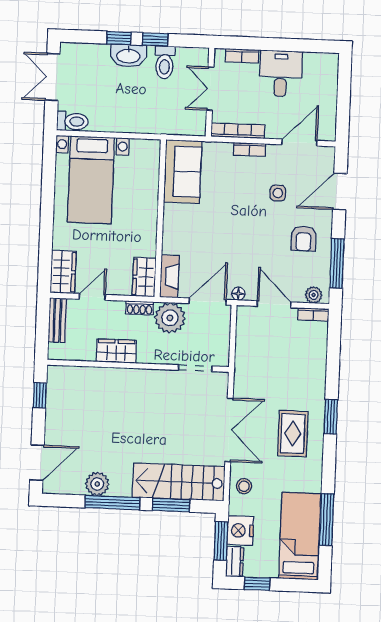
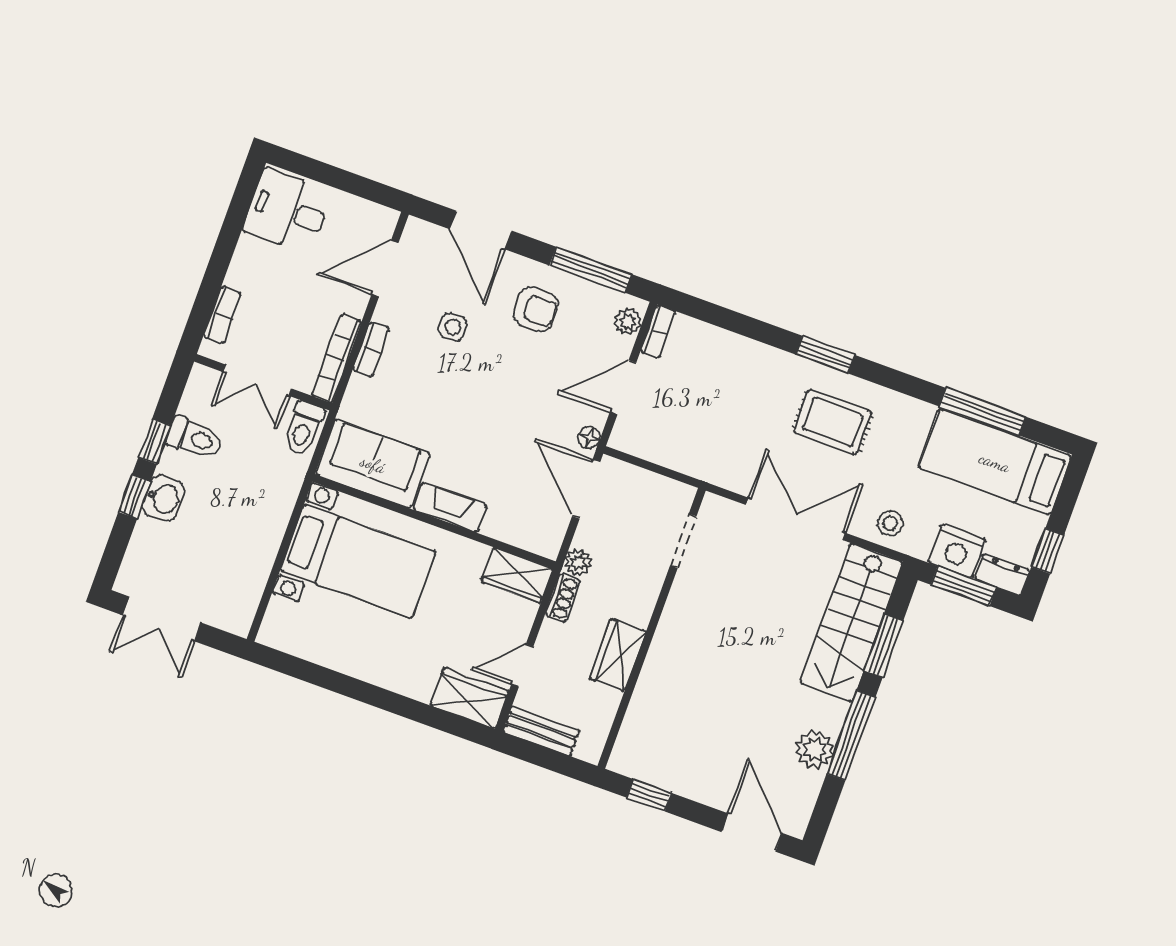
washbasin: (128, 56) -> (163, 498), width x0.72
desk: (281, 73) -> (288, 211), moved
toilet: (72, 121) -> (304, 428), moved, turned 180
door: (299, 143) -> (385, 269), hinge flipped
bed with nightstands: (91, 180) -> (358, 561), moved
fireplace: (169, 276) -> (450, 507), moved
door: (92, 297) -> (522, 665), hinge flipped
plant: (170, 318) -> (578, 562), width x0.53, depth x0.53

